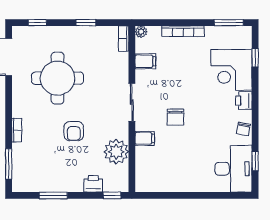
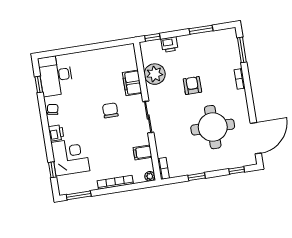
filing cabinet: (145, 138) -> (132, 83), width x2.00

